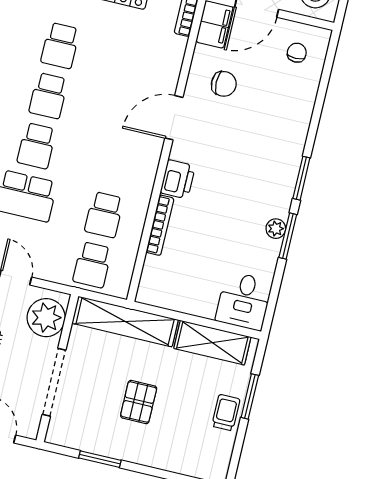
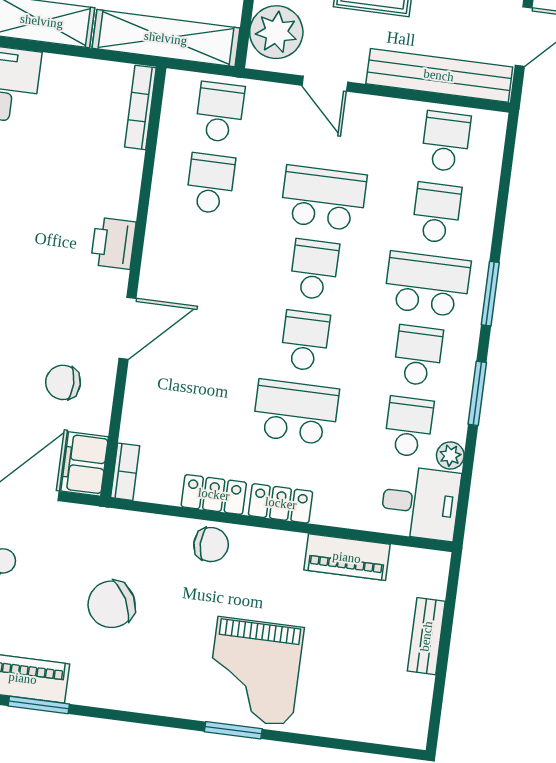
school desk: (60, 46) -> (296, 412), width x1.85
bookcase: (160, 225) -> (140, 107), moved

